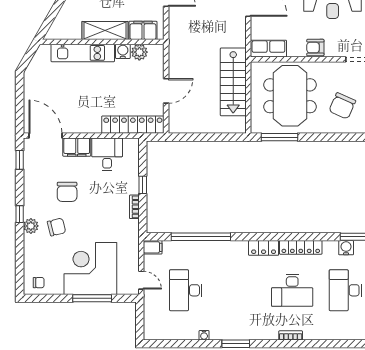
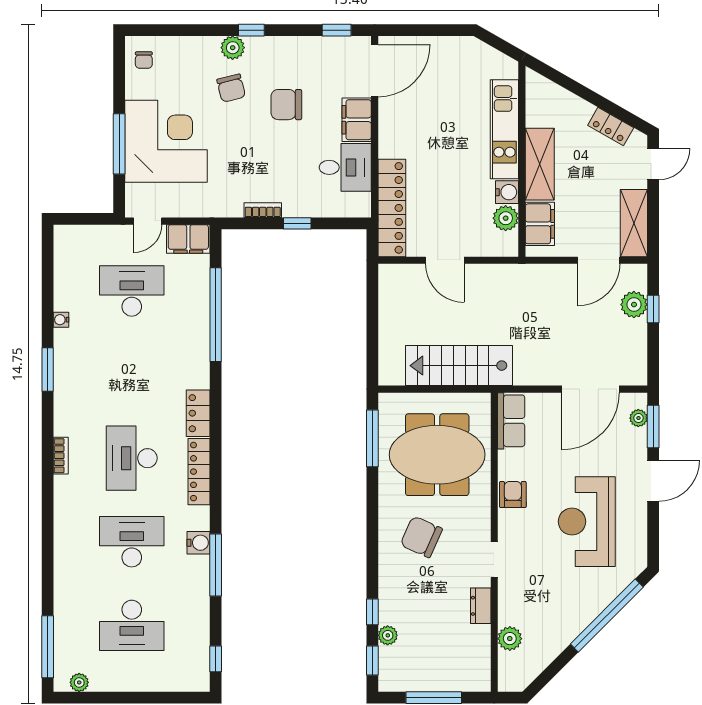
filing cabinet: (153, 247) -> (188, 239), width x2.00

